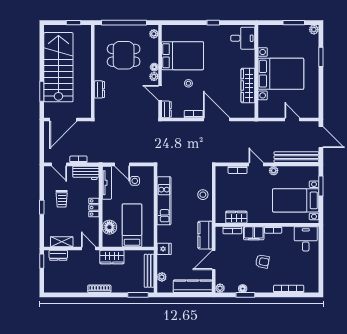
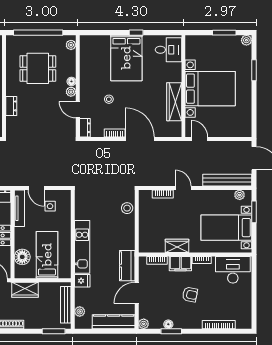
bed: (183, 56) -> (126, 58), moved, turned 90
door: (292, 120) -> (199, 139), moved
plant: (274, 171) -> (240, 195), moved
stool: (203, 195) -> (127, 208), moved
kitchen unit: (164, 201) -> (82, 247), moved
wardrobe: (236, 217) -> (177, 246), moved
desk: (306, 239) -> (233, 270), width x1.37

